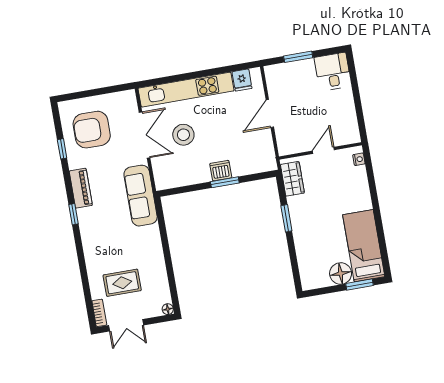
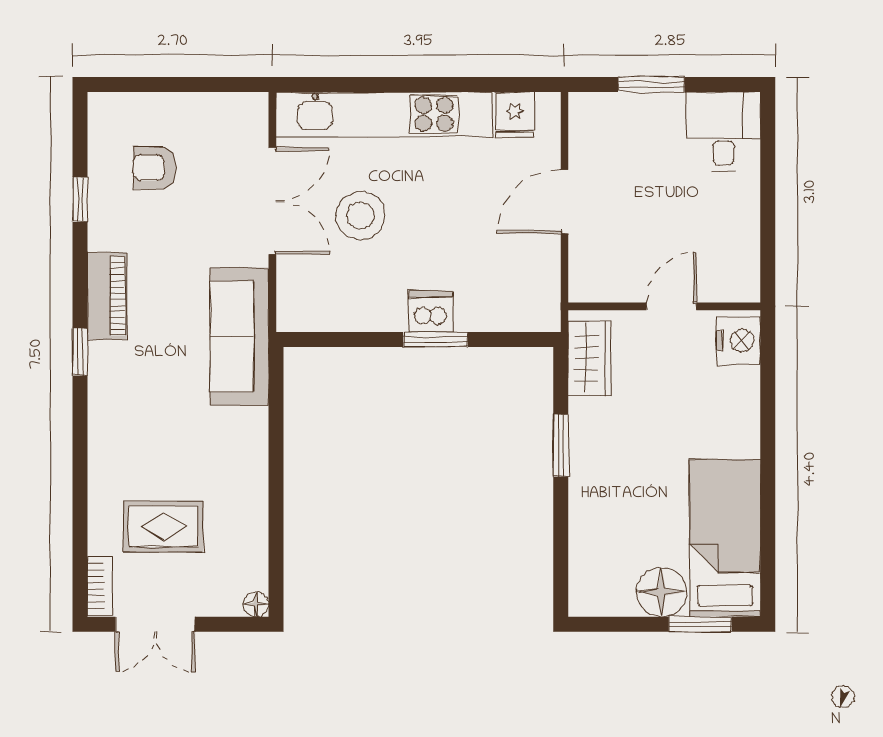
armchair: (92, 130) -> (155, 168), width x0.53, depth x0.53
nightstand: (359, 159) -> (738, 340), width x1.89, depth x1.79

